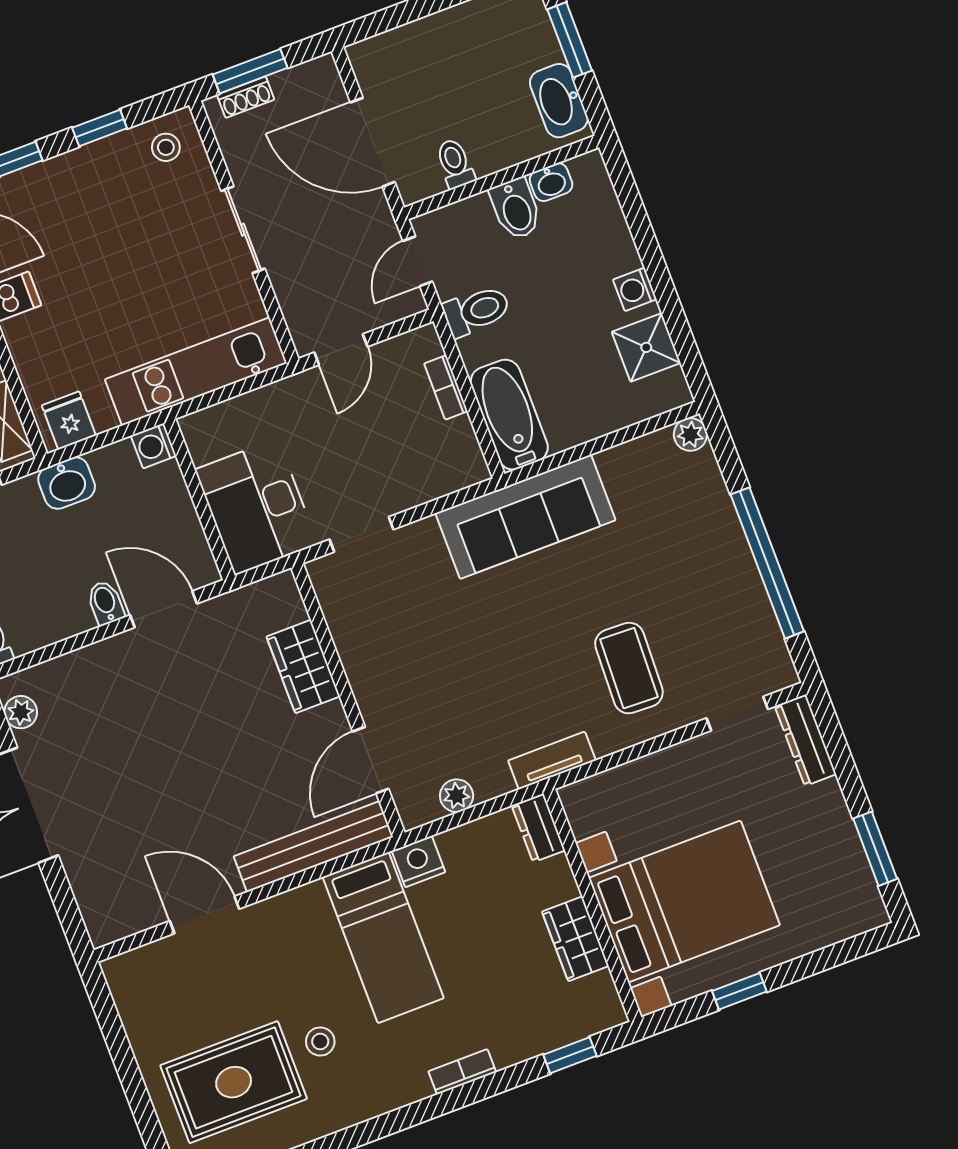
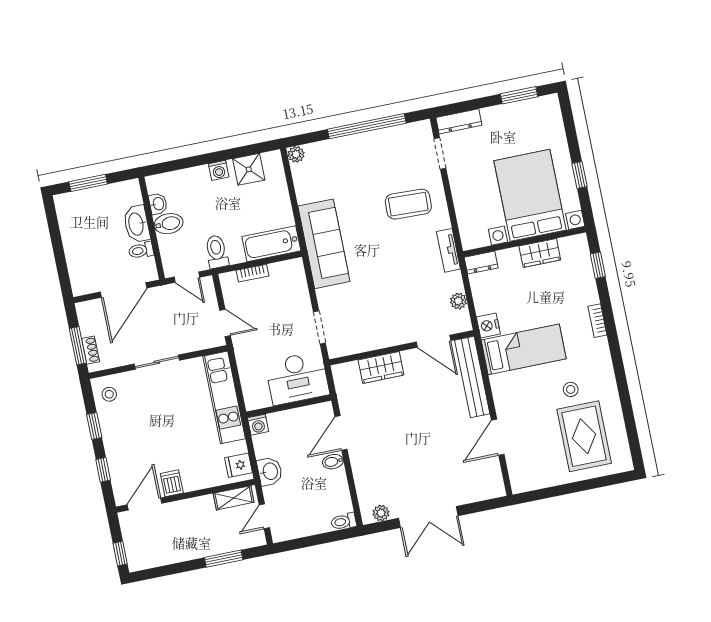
washbasin: (559, 101) -> (137, 224), moved, turned 90

